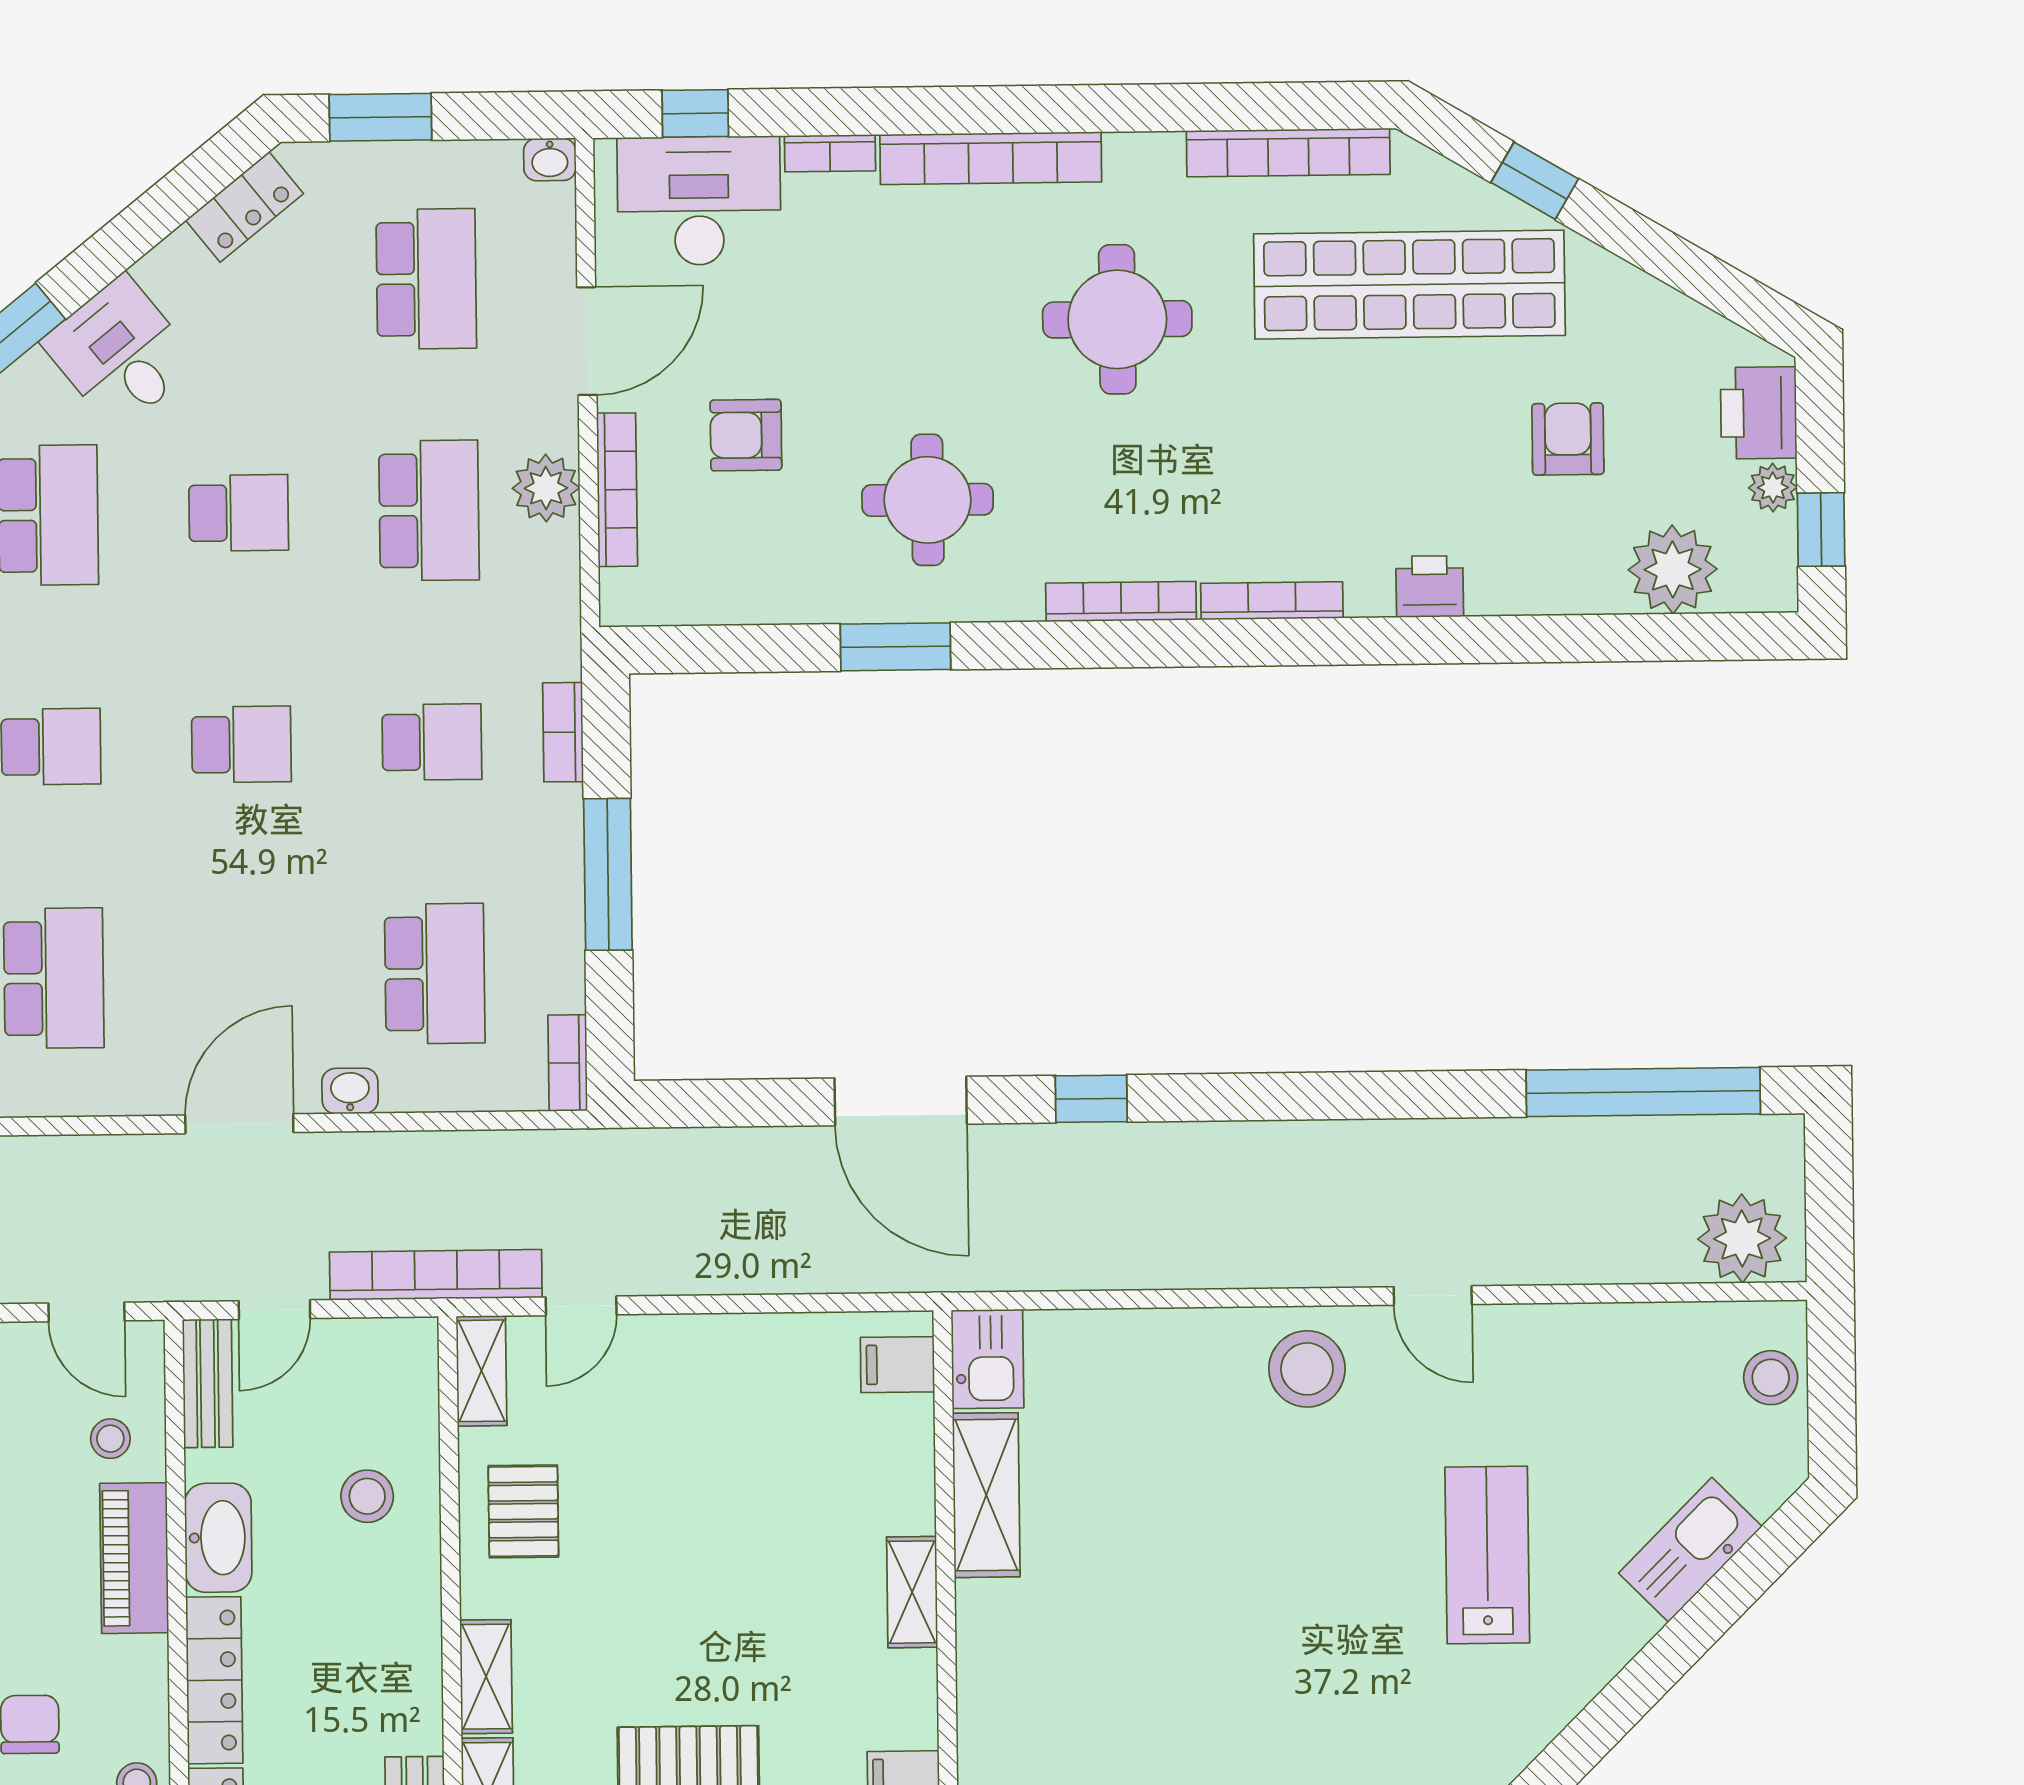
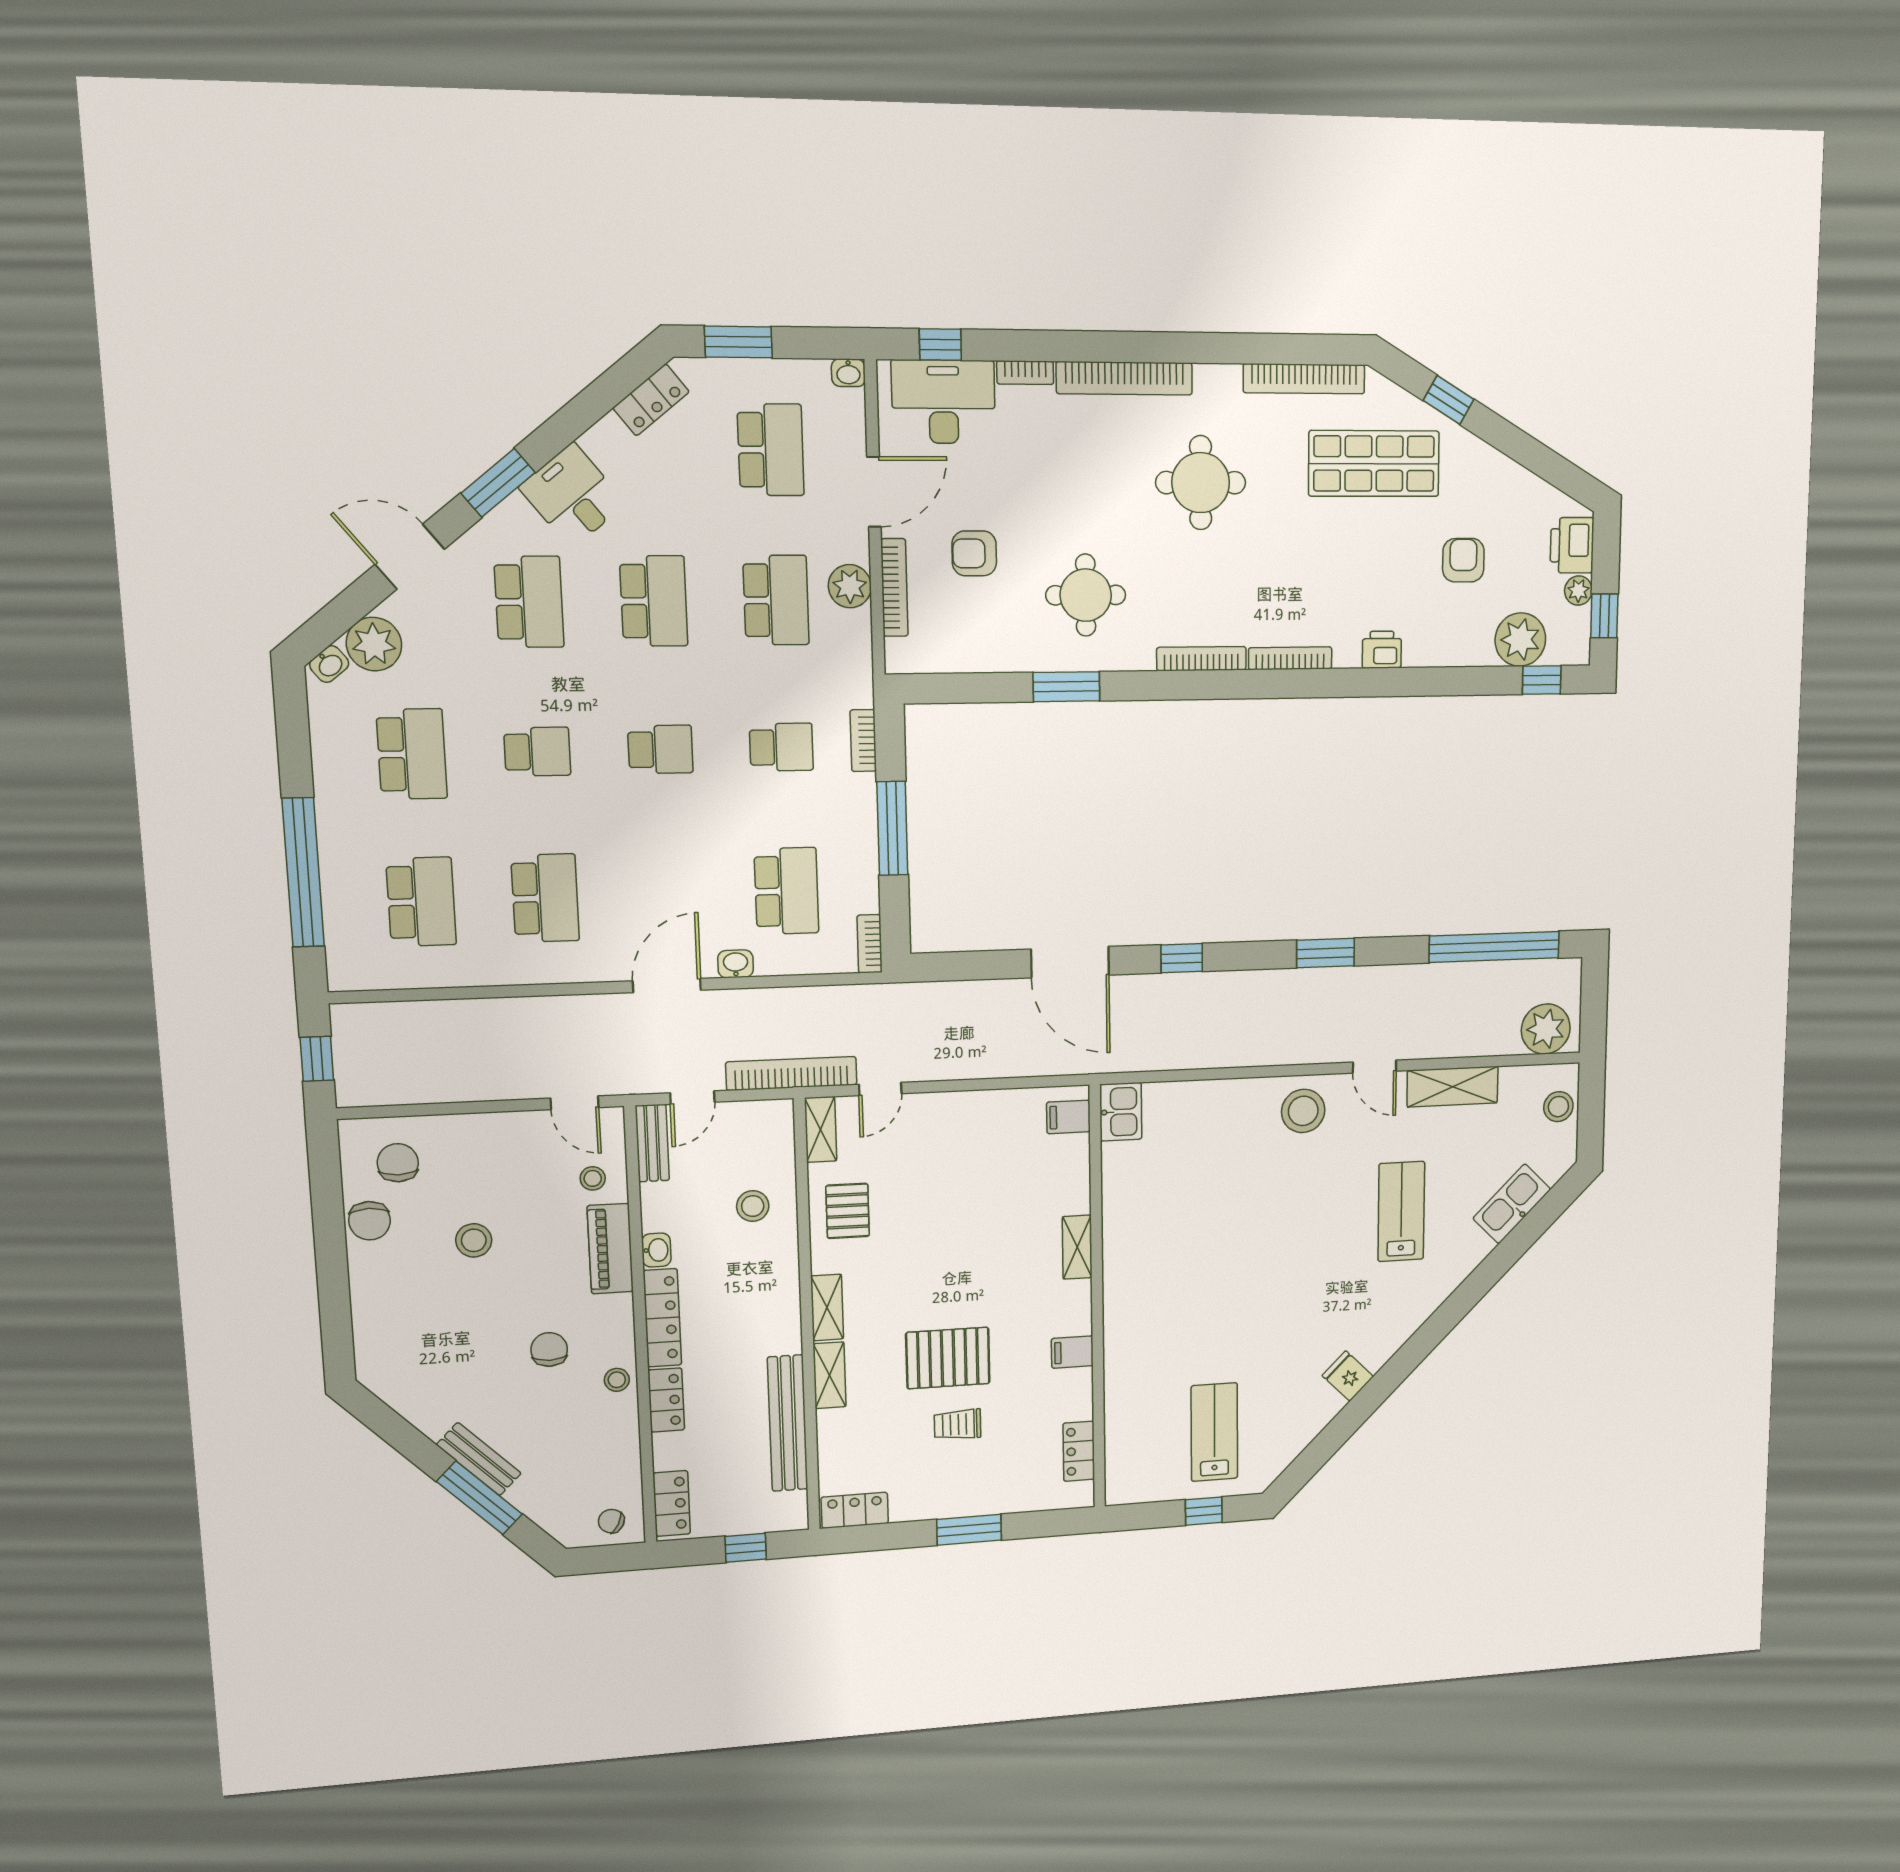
shop shelf: (1409, 285) -> (1374, 464), width x0.71
school desk: (239, 513) -> (654, 601), width x1.85
window: (1713, 637) -> (1542, 680), added
window: (1342, 1096) -> (1326, 953), added
shelving: (986, 1495) -> (1453, 1087), moved, turned 90
washbasin: (218, 1538) -> (656, 1250), width x0.52, depth x0.69

